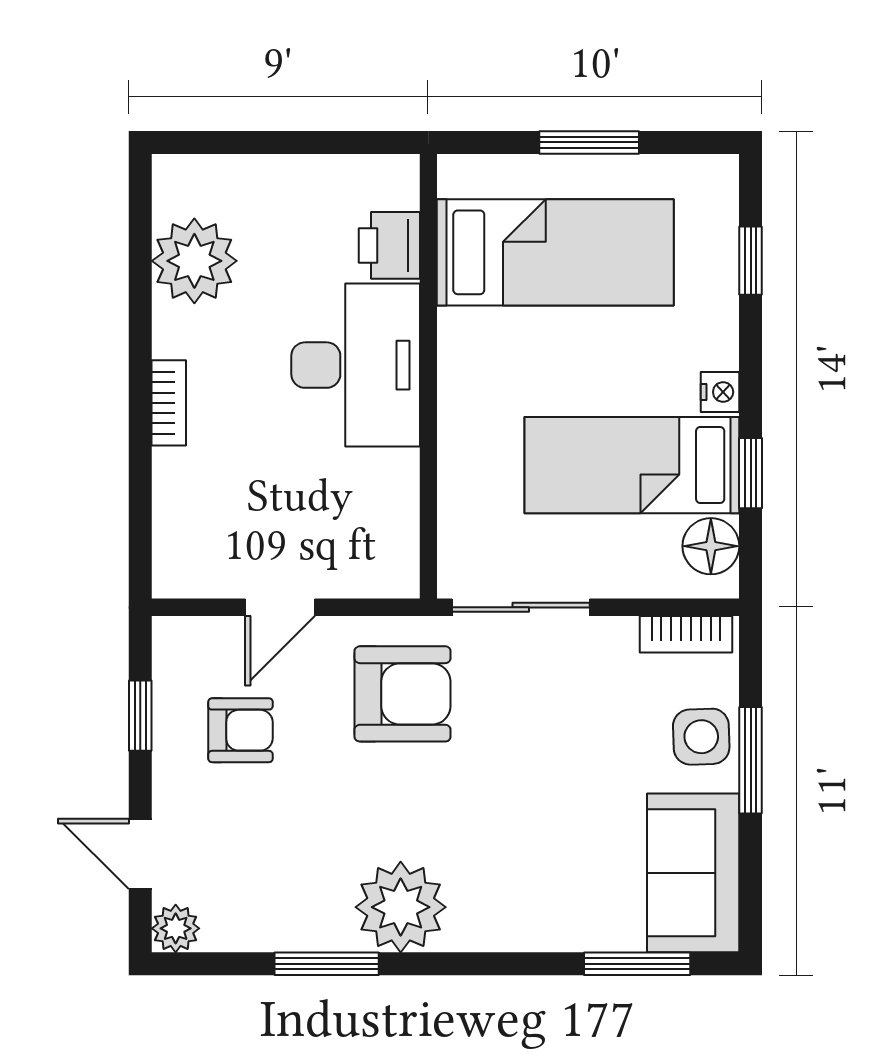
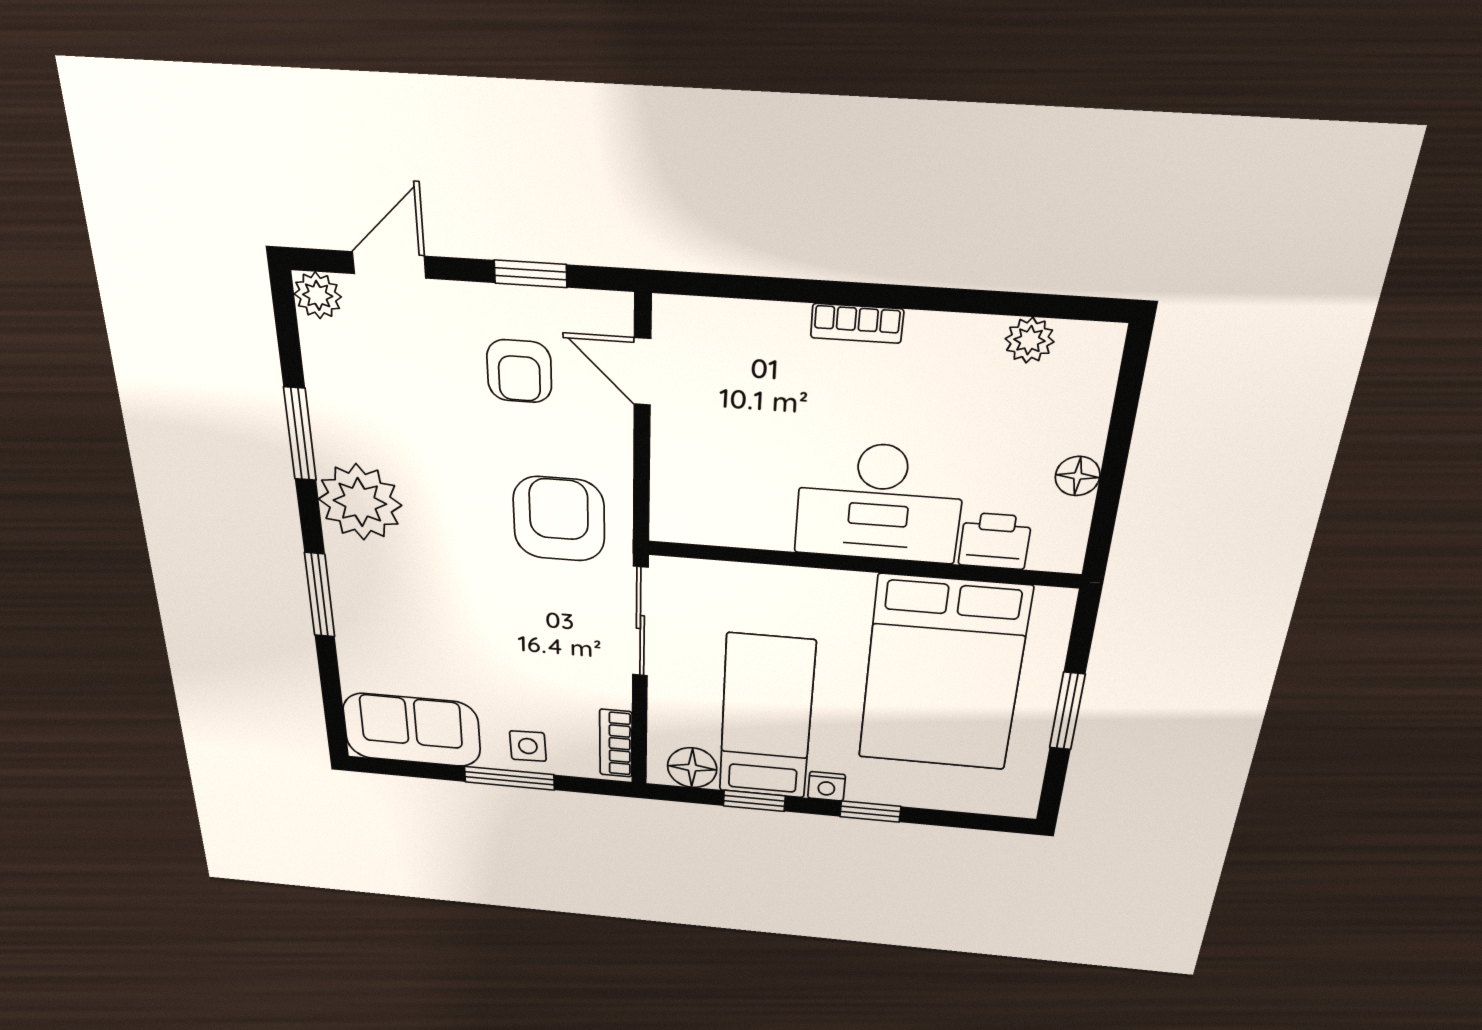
floor lamp: (311, 175) -> (1078, 476), added
bed: (555, 252) -> (943, 674), width x1.50
plant: (194, 261) -> (1029, 340), width x0.53, depth x0.53
window: (751, 261) -> (870, 812), moved
door: (280, 607) -> (642, 372), moved
armchair: (403, 694) -> (559, 519), turned 180
side table: (701, 737) -> (528, 746), width x0.73, depth x0.73
window: (637, 964) -> (320, 595), moved

